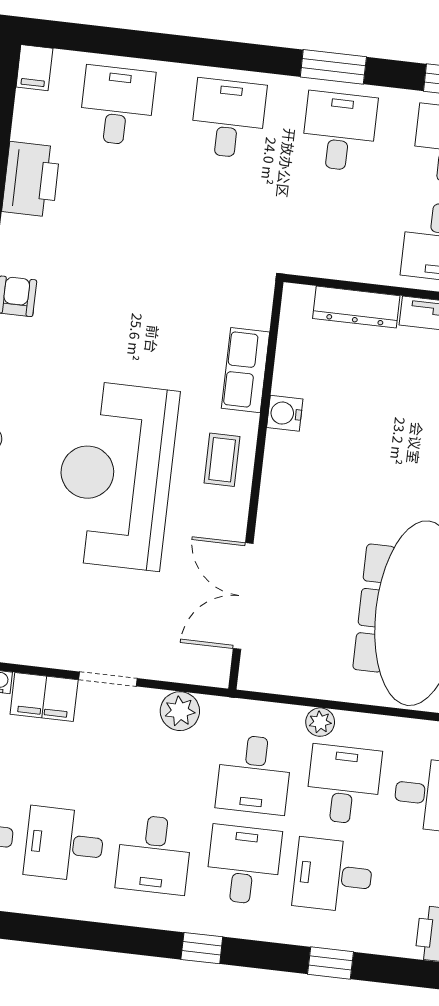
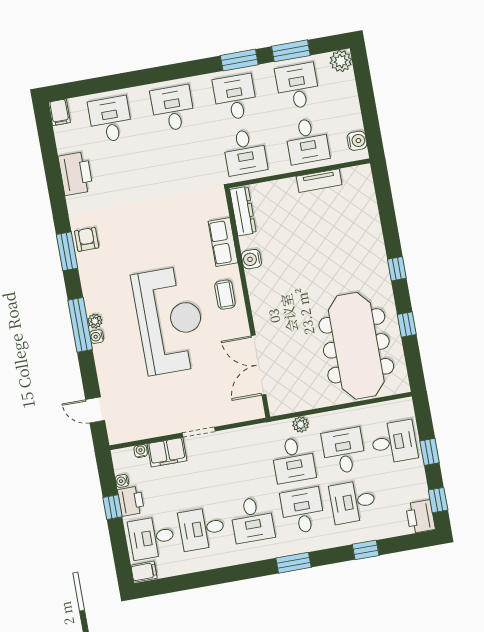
window: (333, 67) -> (239, 60), moved
desk: (328, 229) -> (245, 152), added
dresser: (356, 307) -> (243, 211), moved, turned -90
reception desk: (116, 475) -> (170, 320), turned 180
plant: (180, 711) -> (243, 438), removed
plant: (320, 722) -> (301, 424), moved
window: (202, 948) -> (293, 563), width x1.50

